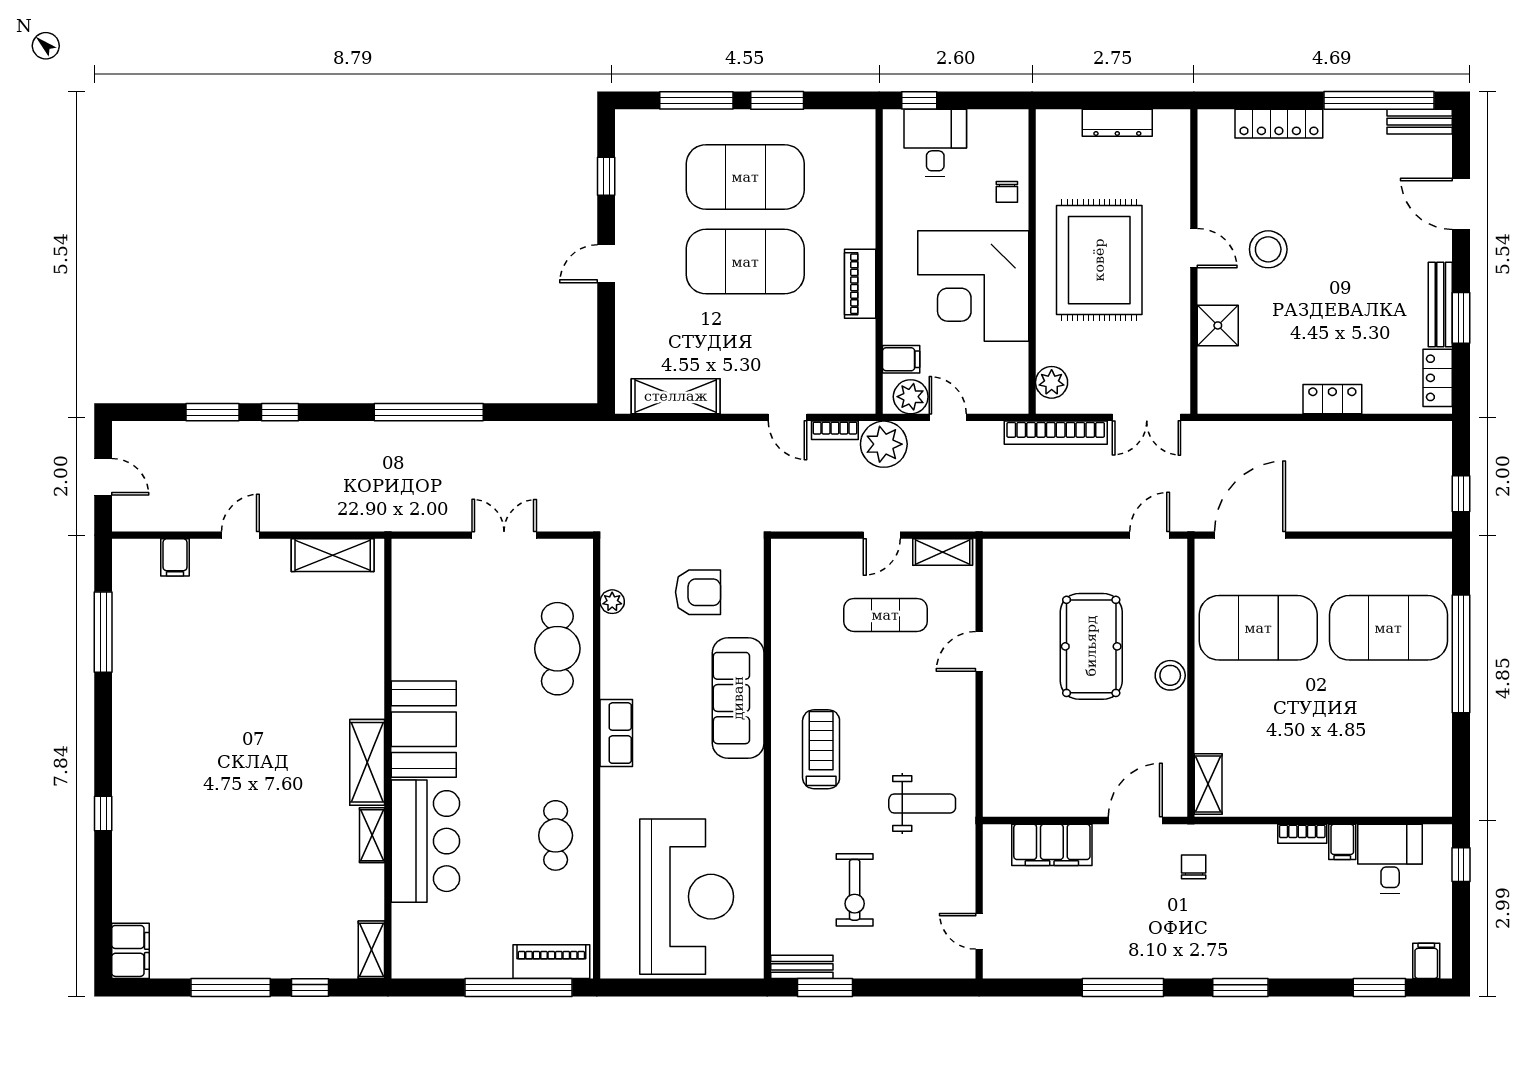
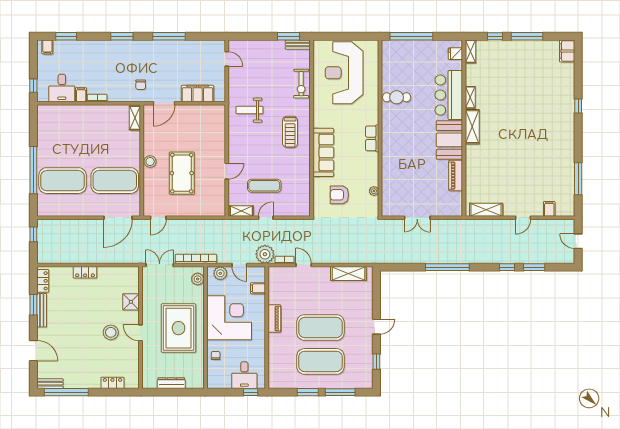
locker: (1279, 124) -> (112, 383), width x0.66
plant: (911, 397) -> (220, 273), moved
cafe table: (557, 649) -> (396, 172), removed
cafe table: (556, 835) -> (397, 97), turned 90
exercise bike: (855, 890) -> (301, 84), moved, turned 180
fridge: (409, 944) -> (455, 54), added
piano: (551, 962) -> (456, 176), moved, turned 90

